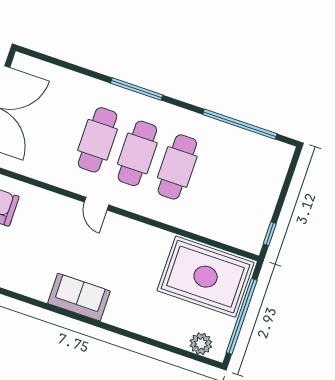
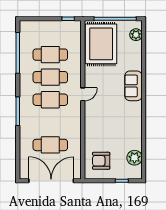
cafe table: (98, 140) -> (50, 145), moved
cafe table: (217, 181) -> (50, 55), added
door: (96, 204) -> (83, 94), moved
sofa: (79, 297) -> (133, 86), moved

